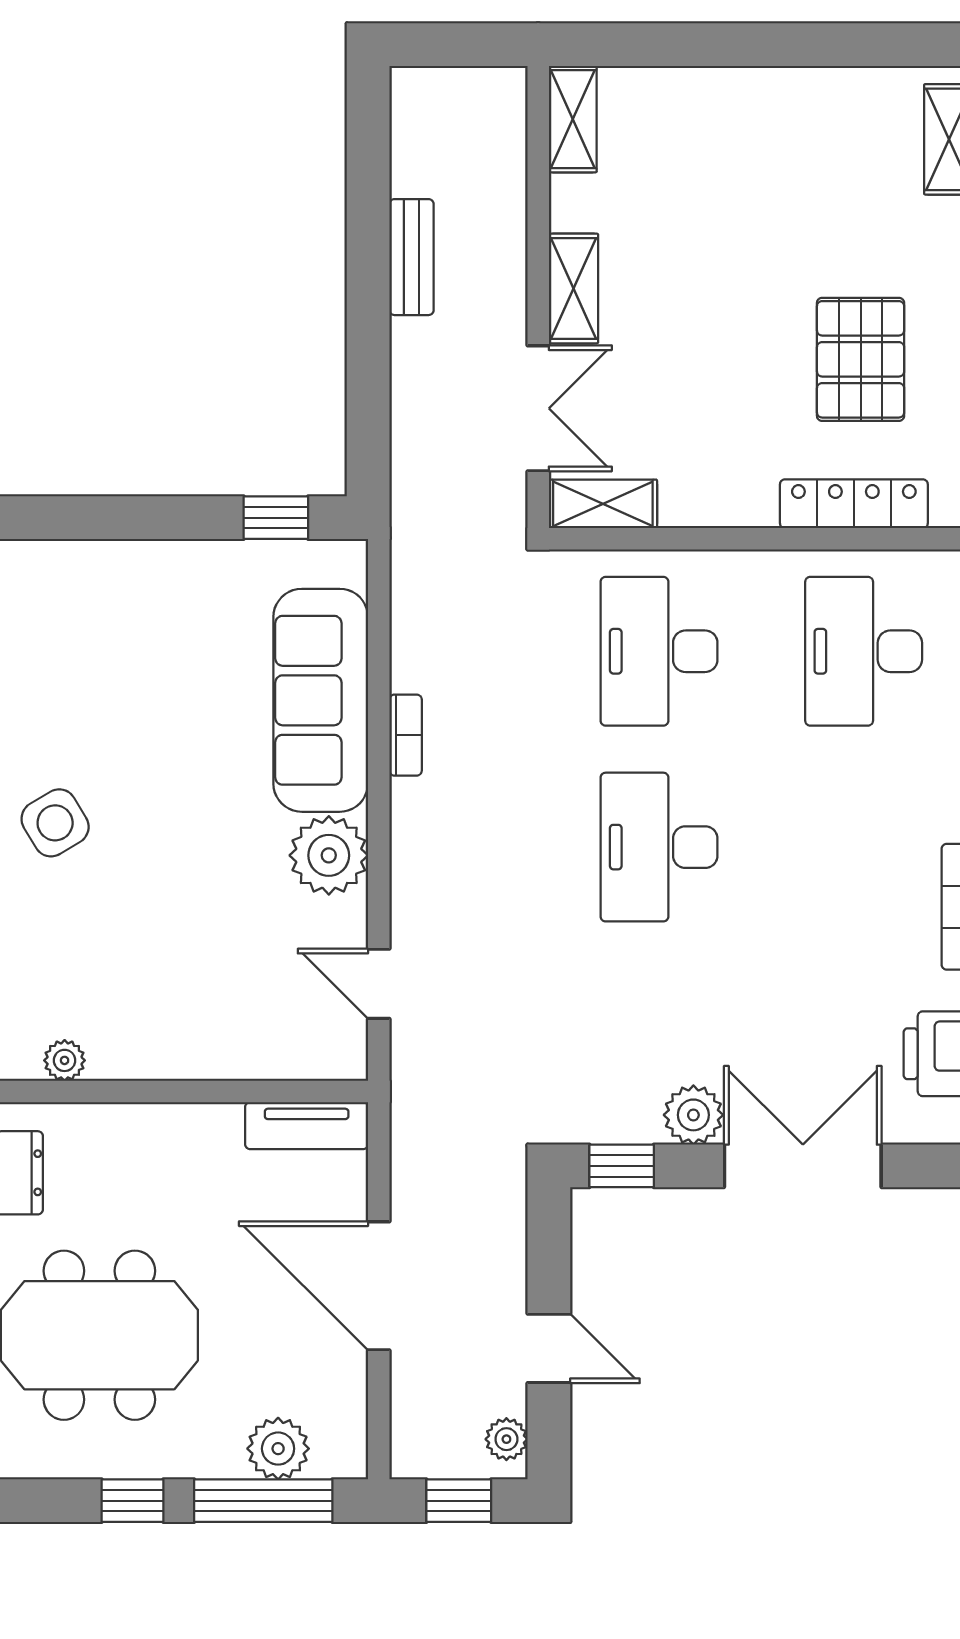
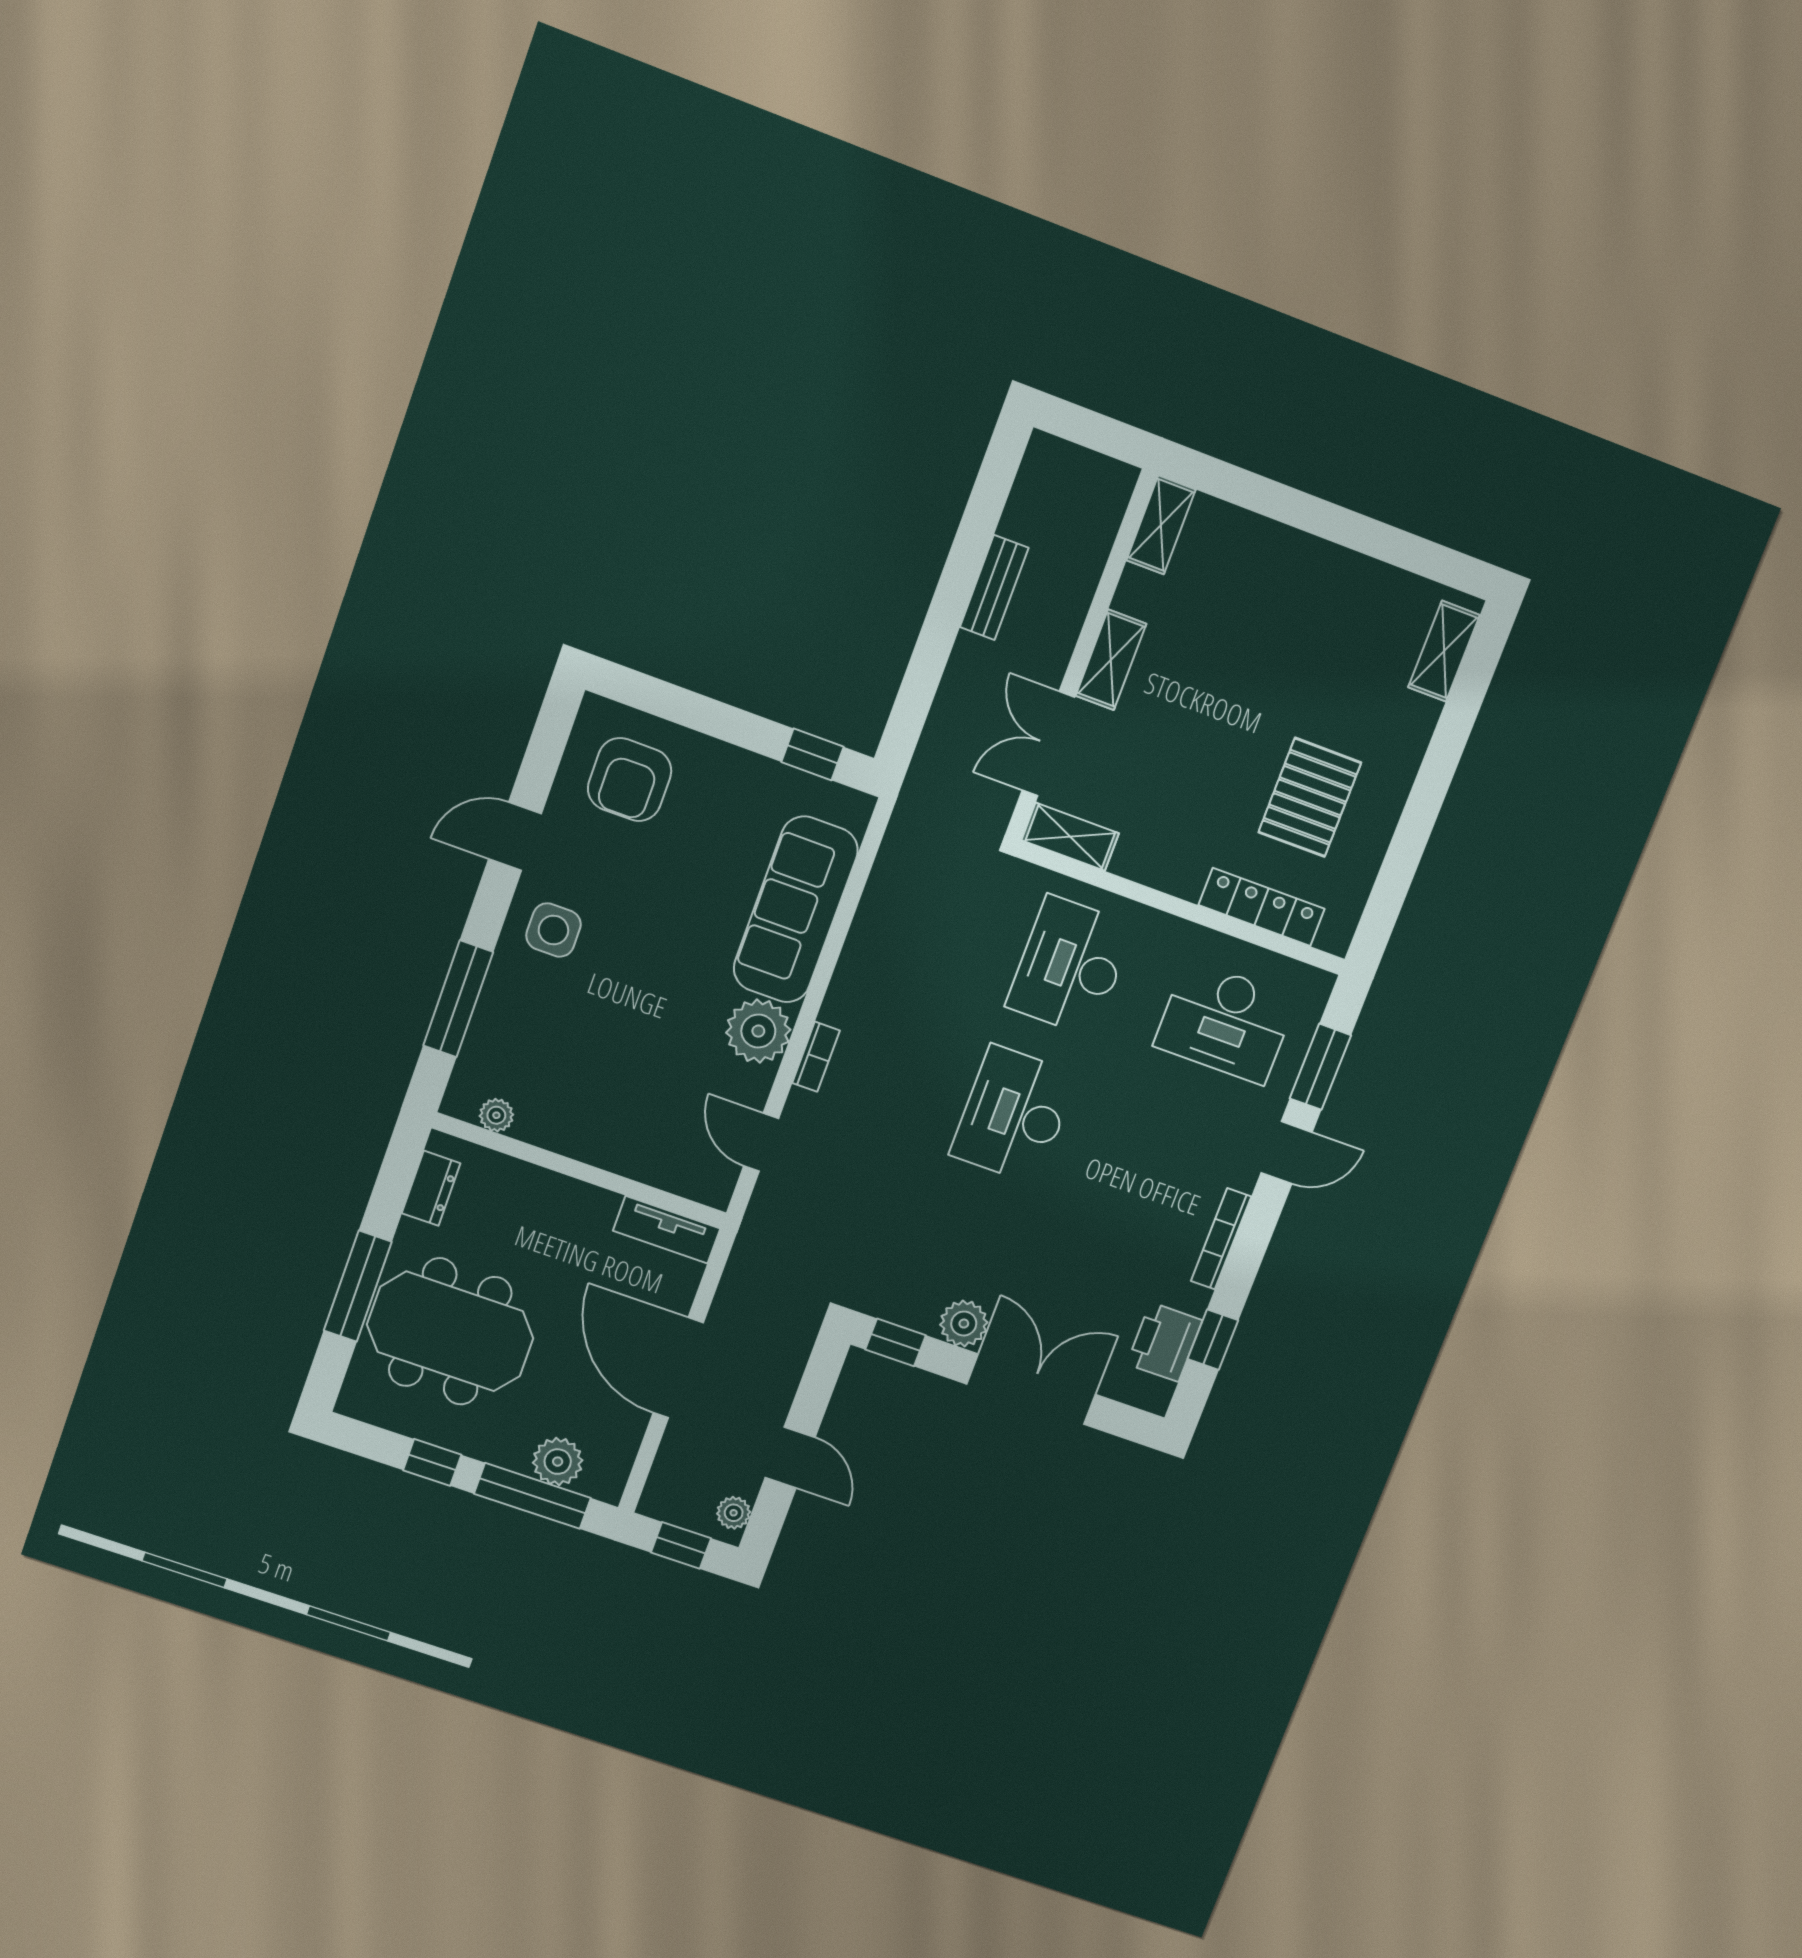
double door: (538, 408) -> (1048, 744), swing flipped
armchair: (81, 621) -> (630, 780), added
desk: (864, 651) -> (1225, 1022), turned -90
bookcase: (406, 735) -> (816, 1057), moved
side table: (55, 823) -> (553, 930), turned 31

